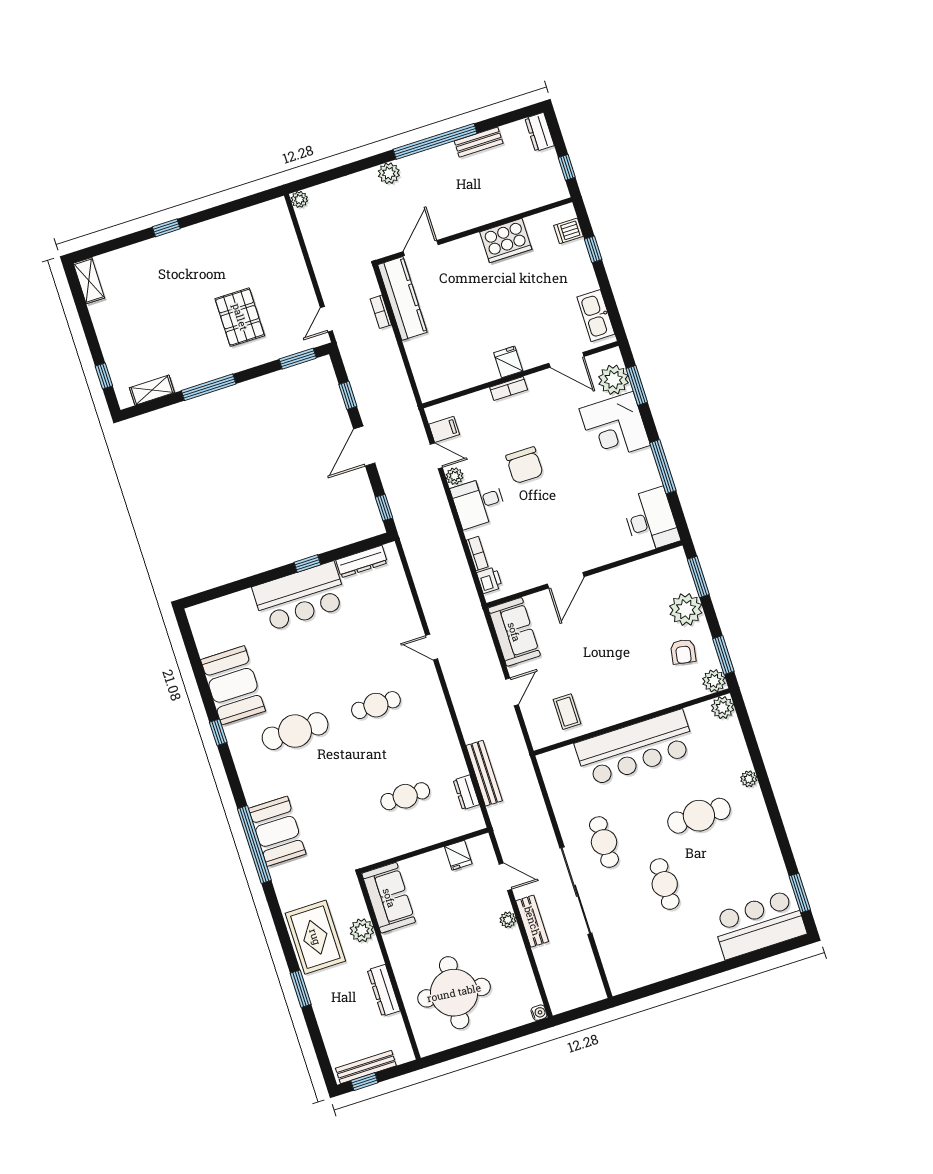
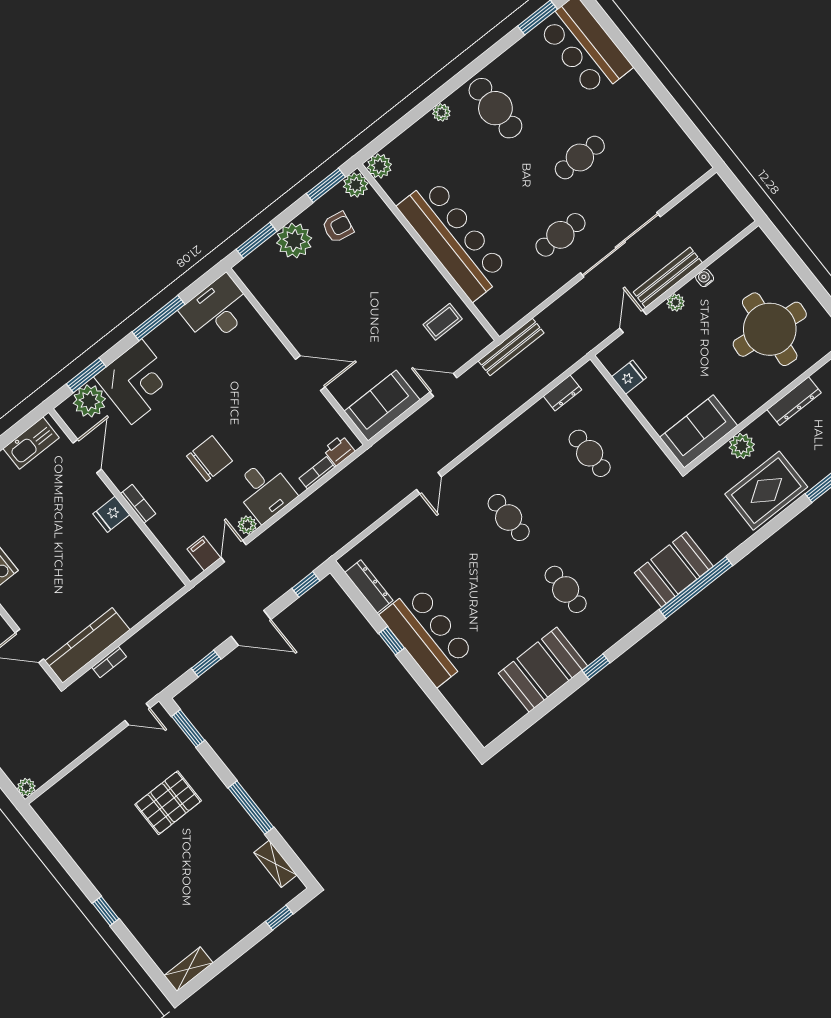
cafe table: (295, 731) -> (566, 589), width x0.73, depth x0.74
bench: (484, 773) -> (511, 347), moved
cafe table: (699, 816) -> (495, 108), moved
bench: (532, 921) -> (668, 277), width x1.36
water cooler: (539, 1013) -> (705, 278), moved

